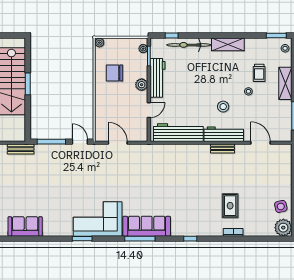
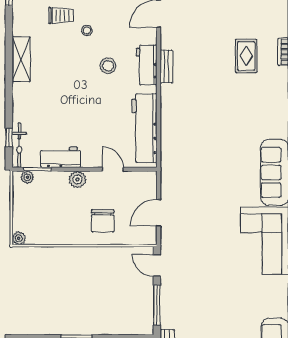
bicycle: (189, 45) -> (19, 145), moved, width x0.73, depth x0.71
chair: (114, 73) -> (103, 221), moved
workbench: (157, 78) -> (61, 157), width x0.73
workbench: (224, 134) -> (147, 65), width x0.73
door: (80, 142) -> (157, 265), hinge flipped
rug: (230, 206) -> (246, 56), turned 90

